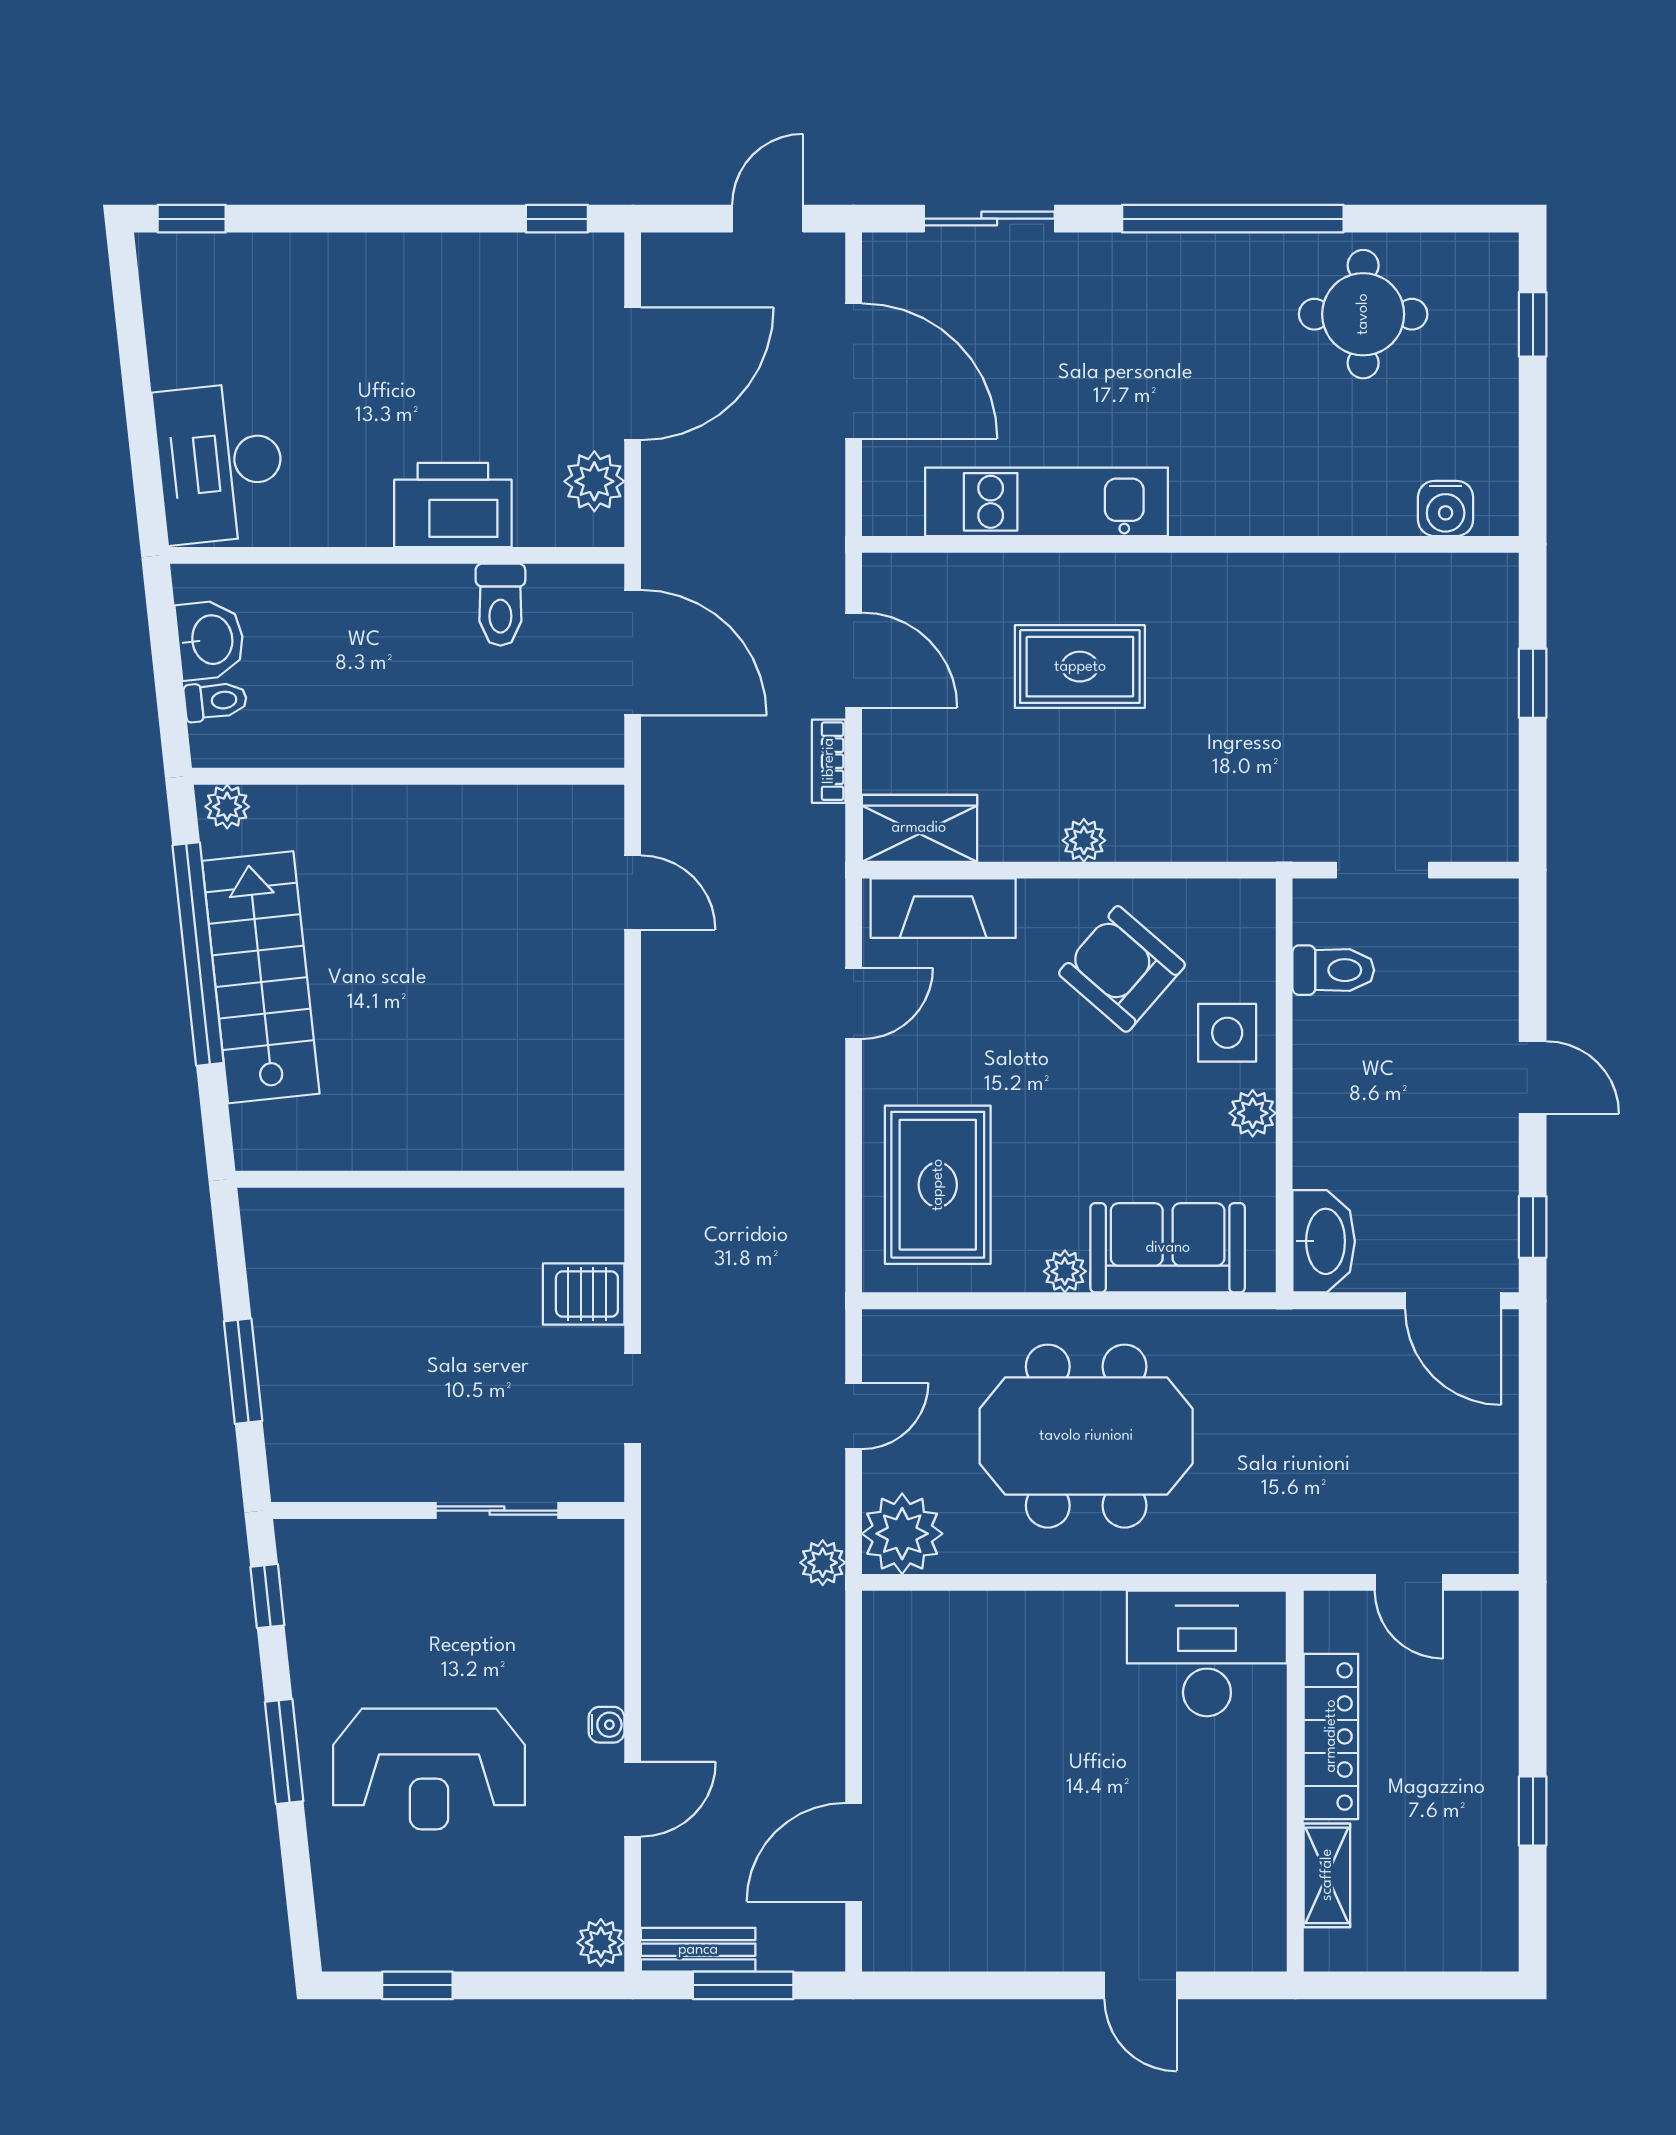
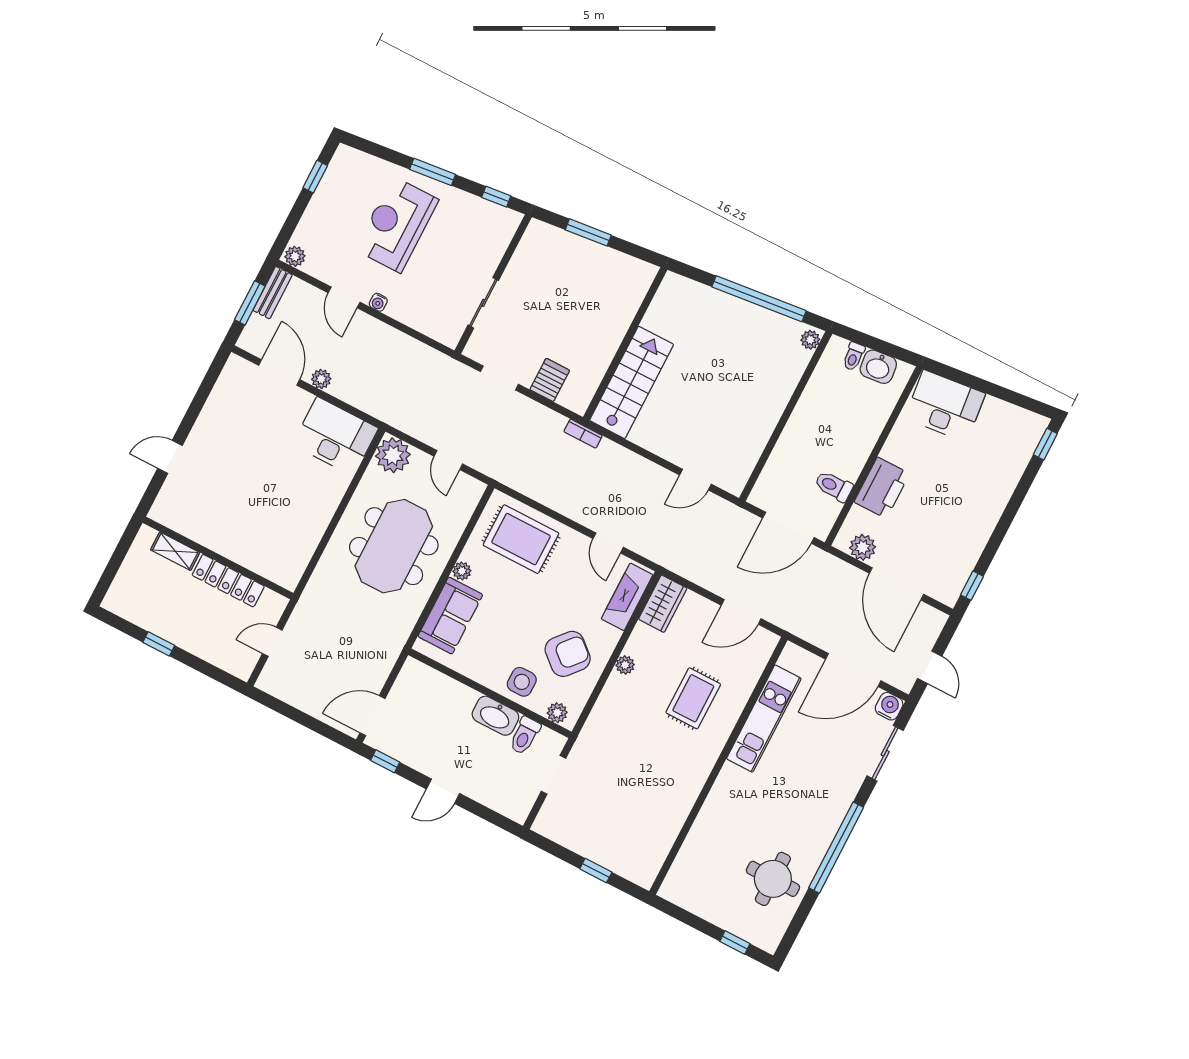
water cooler: (1446, 508) -> (889, 706), moved, turned 90
bookcase: (829, 761) -> (583, 434), moved, turned 180
stairs: (261, 977) -> (632, 382), moved, turned -84
plant: (1253, 1113) -> (557, 713), moved
washbasin: (1324, 1241) -> (495, 716), moved
plant: (823, 1563) -> (321, 379), moved
desk: (1207, 1653) -> (335, 436), moved, turned -90

